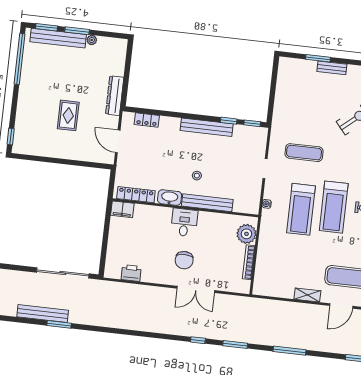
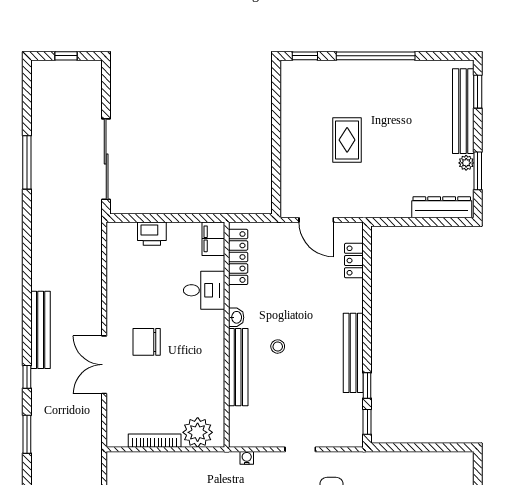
window: (77, 31) -> (478, 171), moved
window: (19, 59) -> (376, 56), moved
dresser: (115, 96) -> (442, 207), moved
rug: (68, 115) -> (347, 140), turned 90
door: (118, 141) -> (316, 220), swing flipped
washbasin: (170, 198) -> (236, 317), width x0.52, depth x0.69
desk: (184, 222) -> (204, 290), moved
printer: (131, 273) -> (152, 234), moved, turned 90
bench: (43, 314) -> (41, 330), moved
window: (59, 324) -> (27, 162), width x1.44

